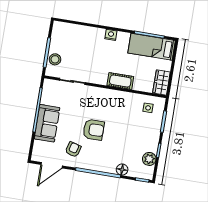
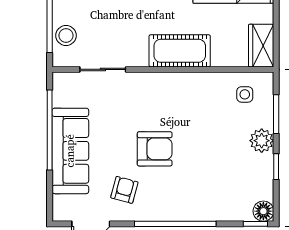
cot: (120, 81) -> (180, 51), width x1.37, depth x1.34
sofa: (47, 123) -> (70, 151), width x1.36
plant: (149, 159) -> (262, 141), moved
floor lamp: (122, 170) -> (263, 211), moved

